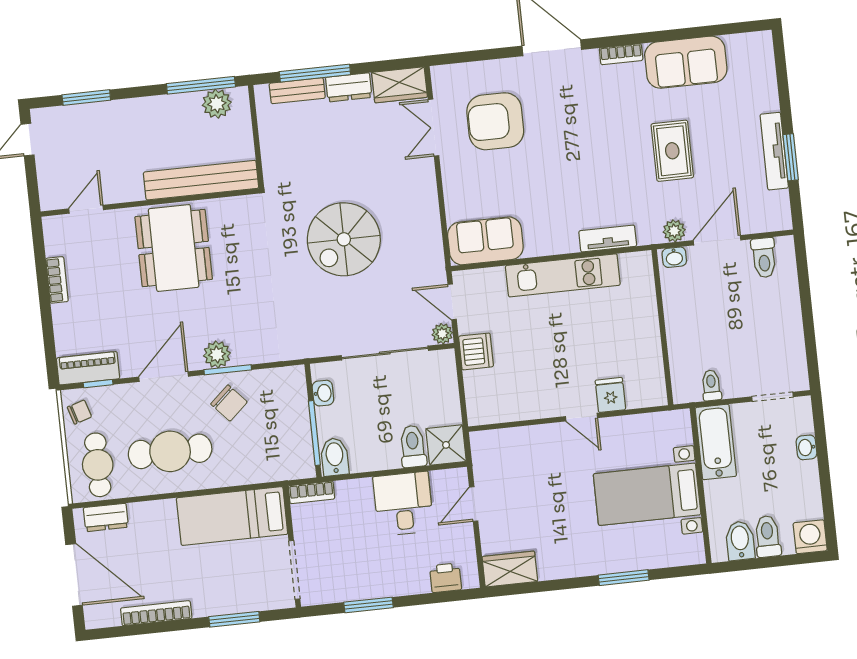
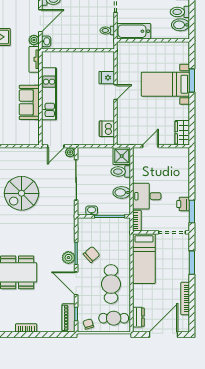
spiral stairs: (344, 239) -> (22, 193), turned 90
tv unit: (608, 239) -> (34, 59), moved
door: (717, 240) -> (40, 21), swing flipped
sofa: (485, 241) -> (29, 102), moved
dishwasher: (476, 351) -> (107, 129), moved, turned -90
bidet: (335, 457) -> (122, 192), moved
bed with nightstands: (647, 494) -> (165, 84), moved, turned 90
desk: (403, 504) -> (147, 196), moved
door: (474, 504) -> (150, 146), swing flipped
printer: (446, 578) -> (183, 204), moved
window: (369, 605) -> (192, 212), moved

